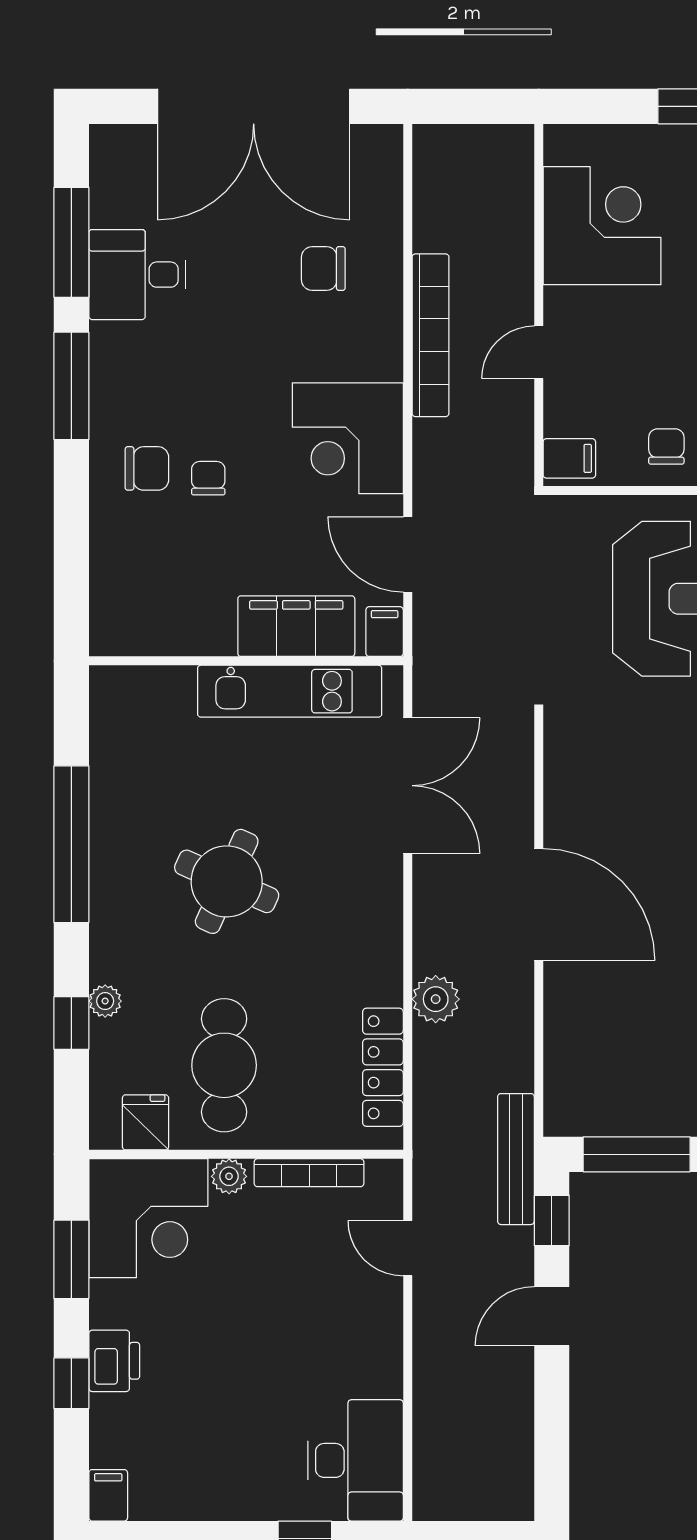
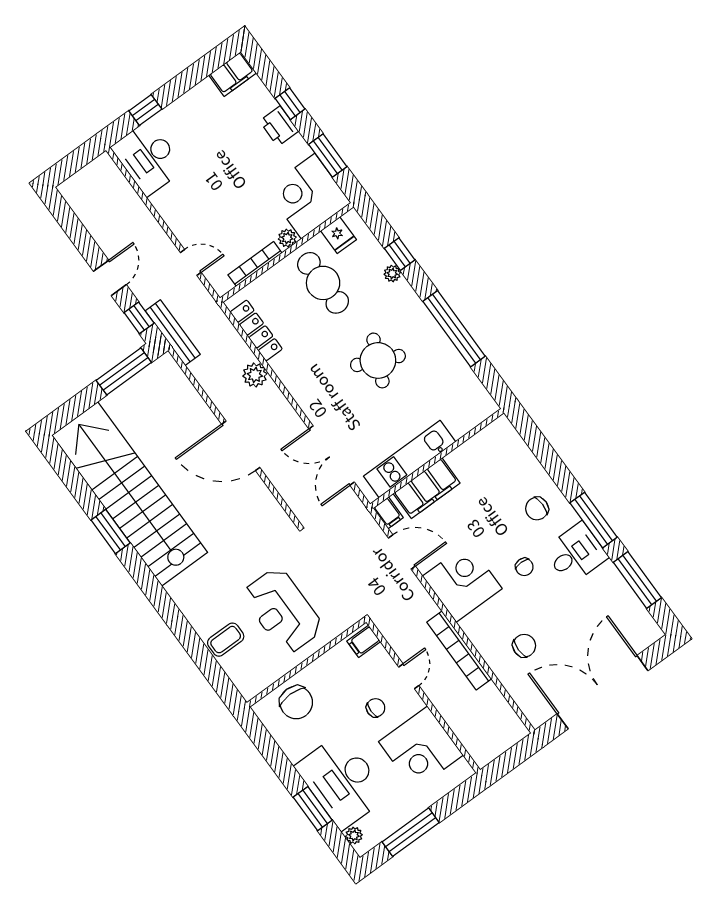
desk: (137, 275) -> (576, 553), moved
chair: (666, 447) -> (376, 708), moved, turned -90
chair: (208, 478) -> (524, 567), moved
filing cabinet: (108, 1495) -> (232, 74), width x2.00

